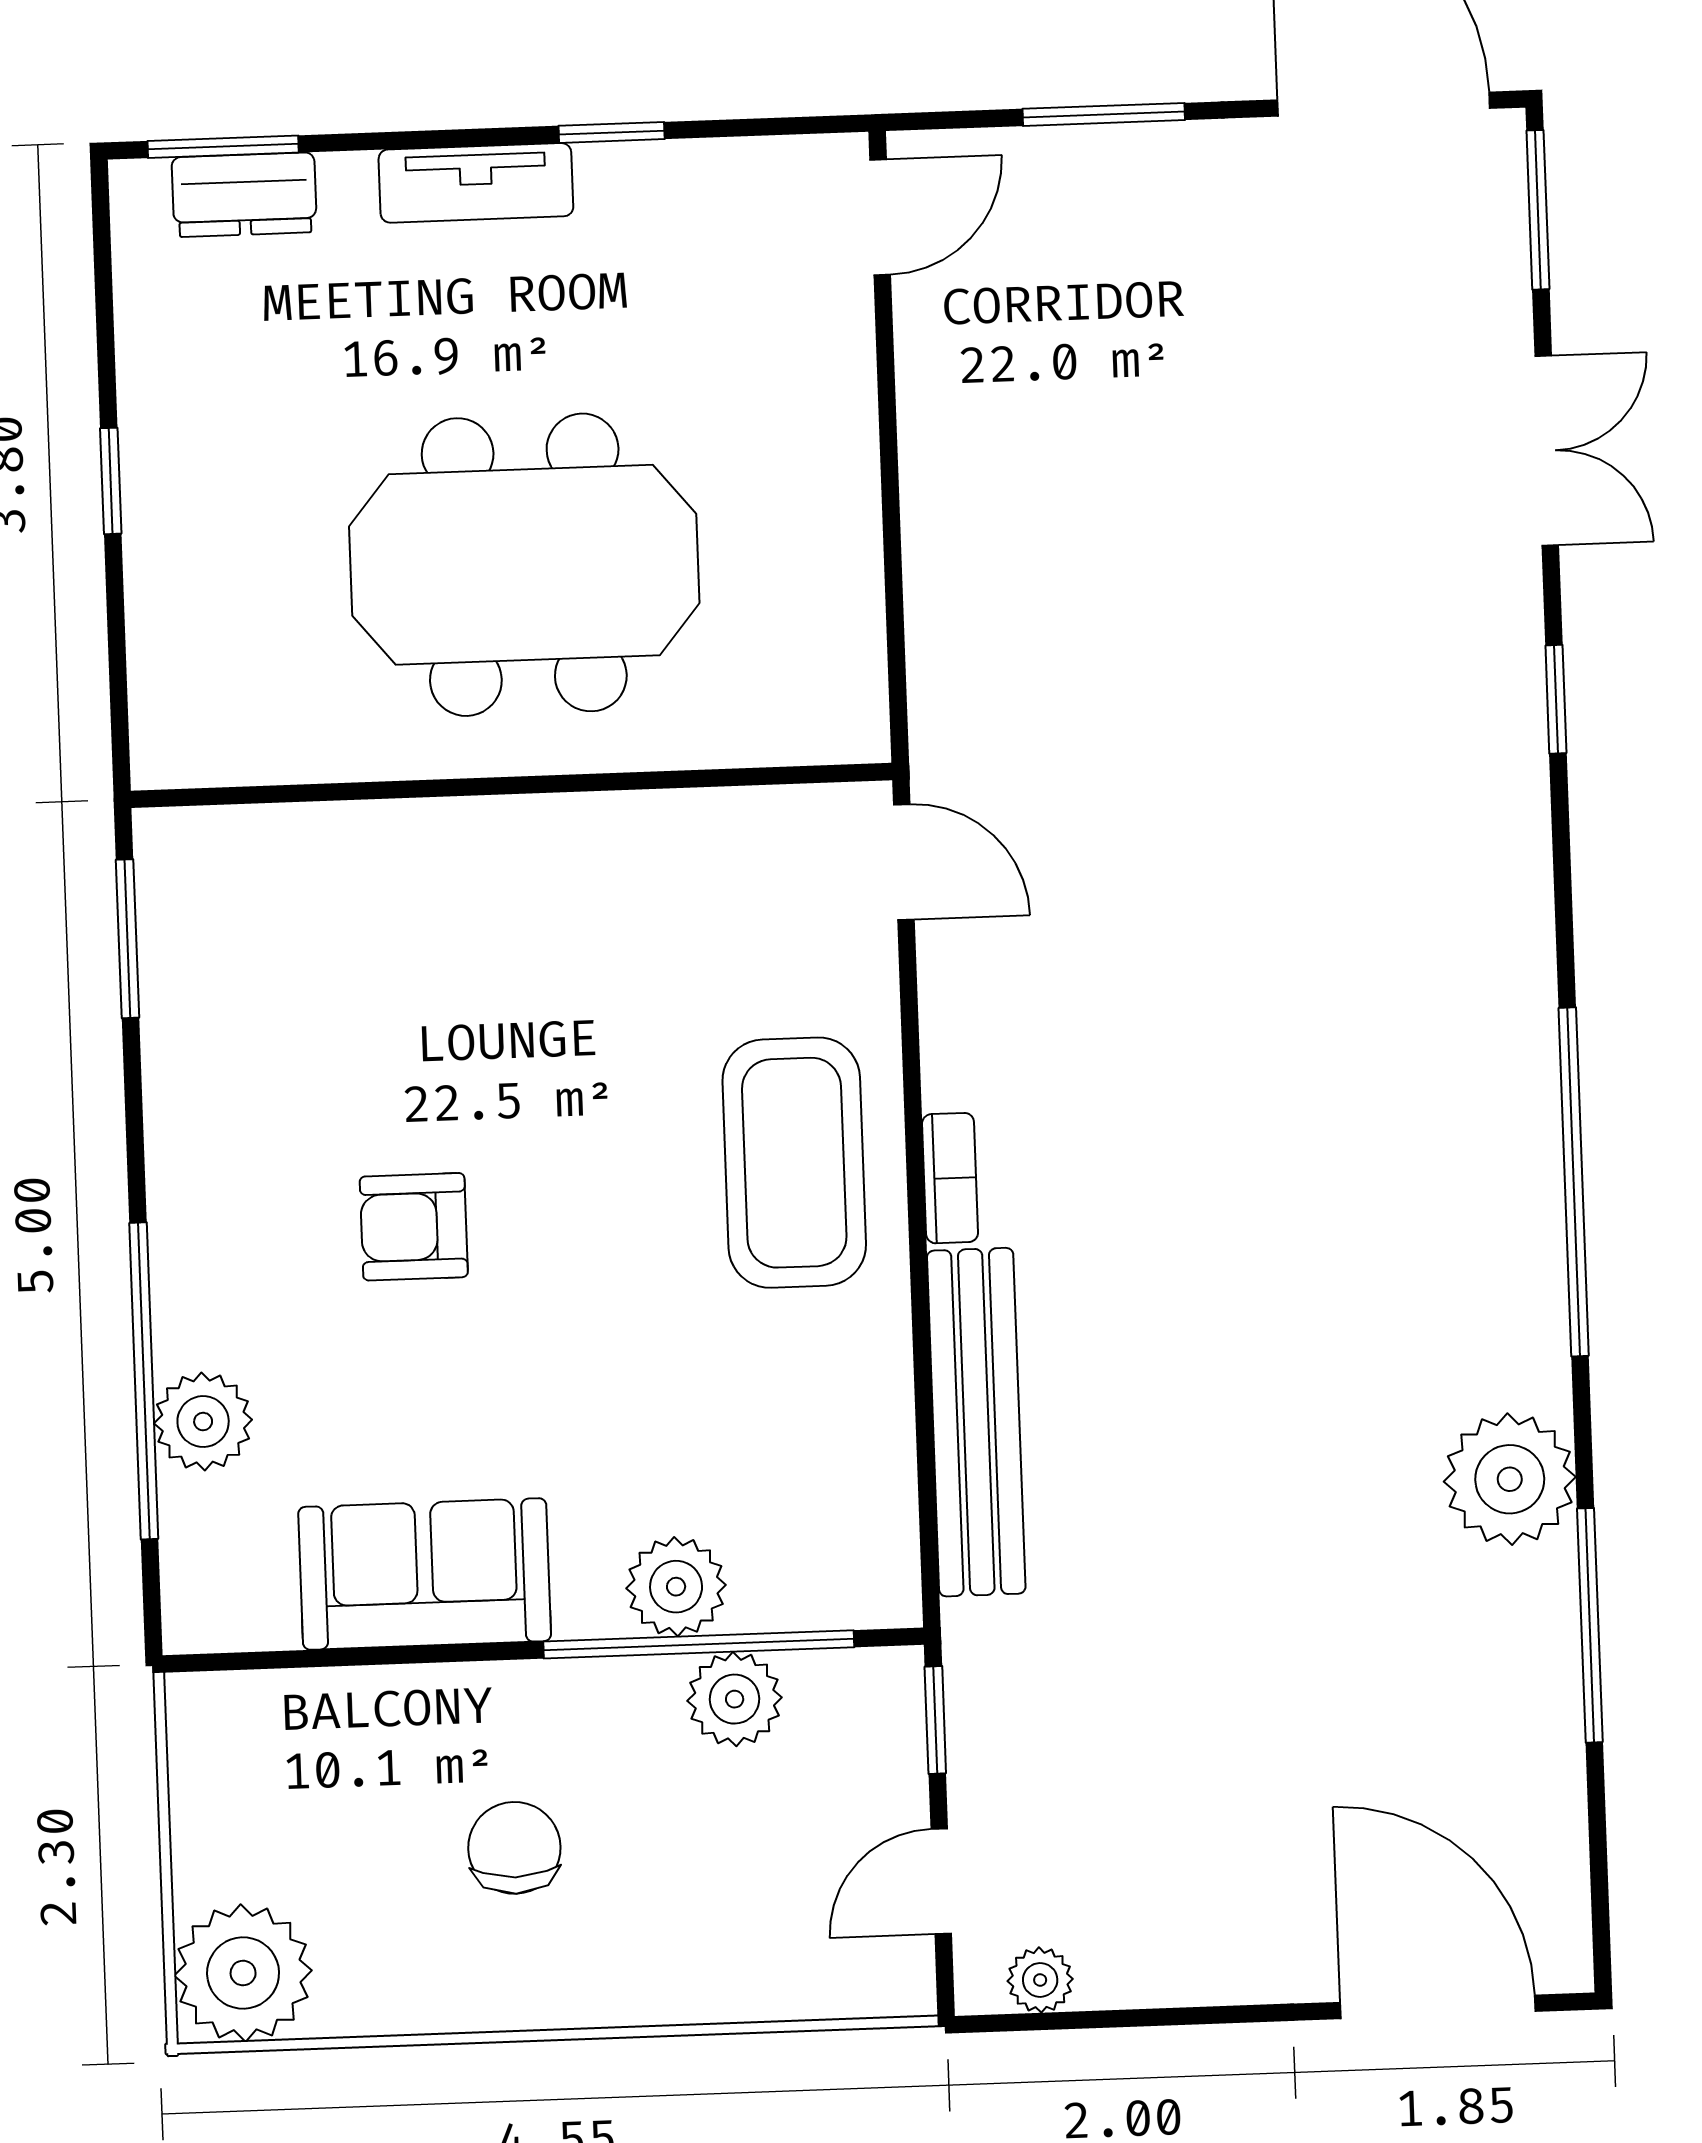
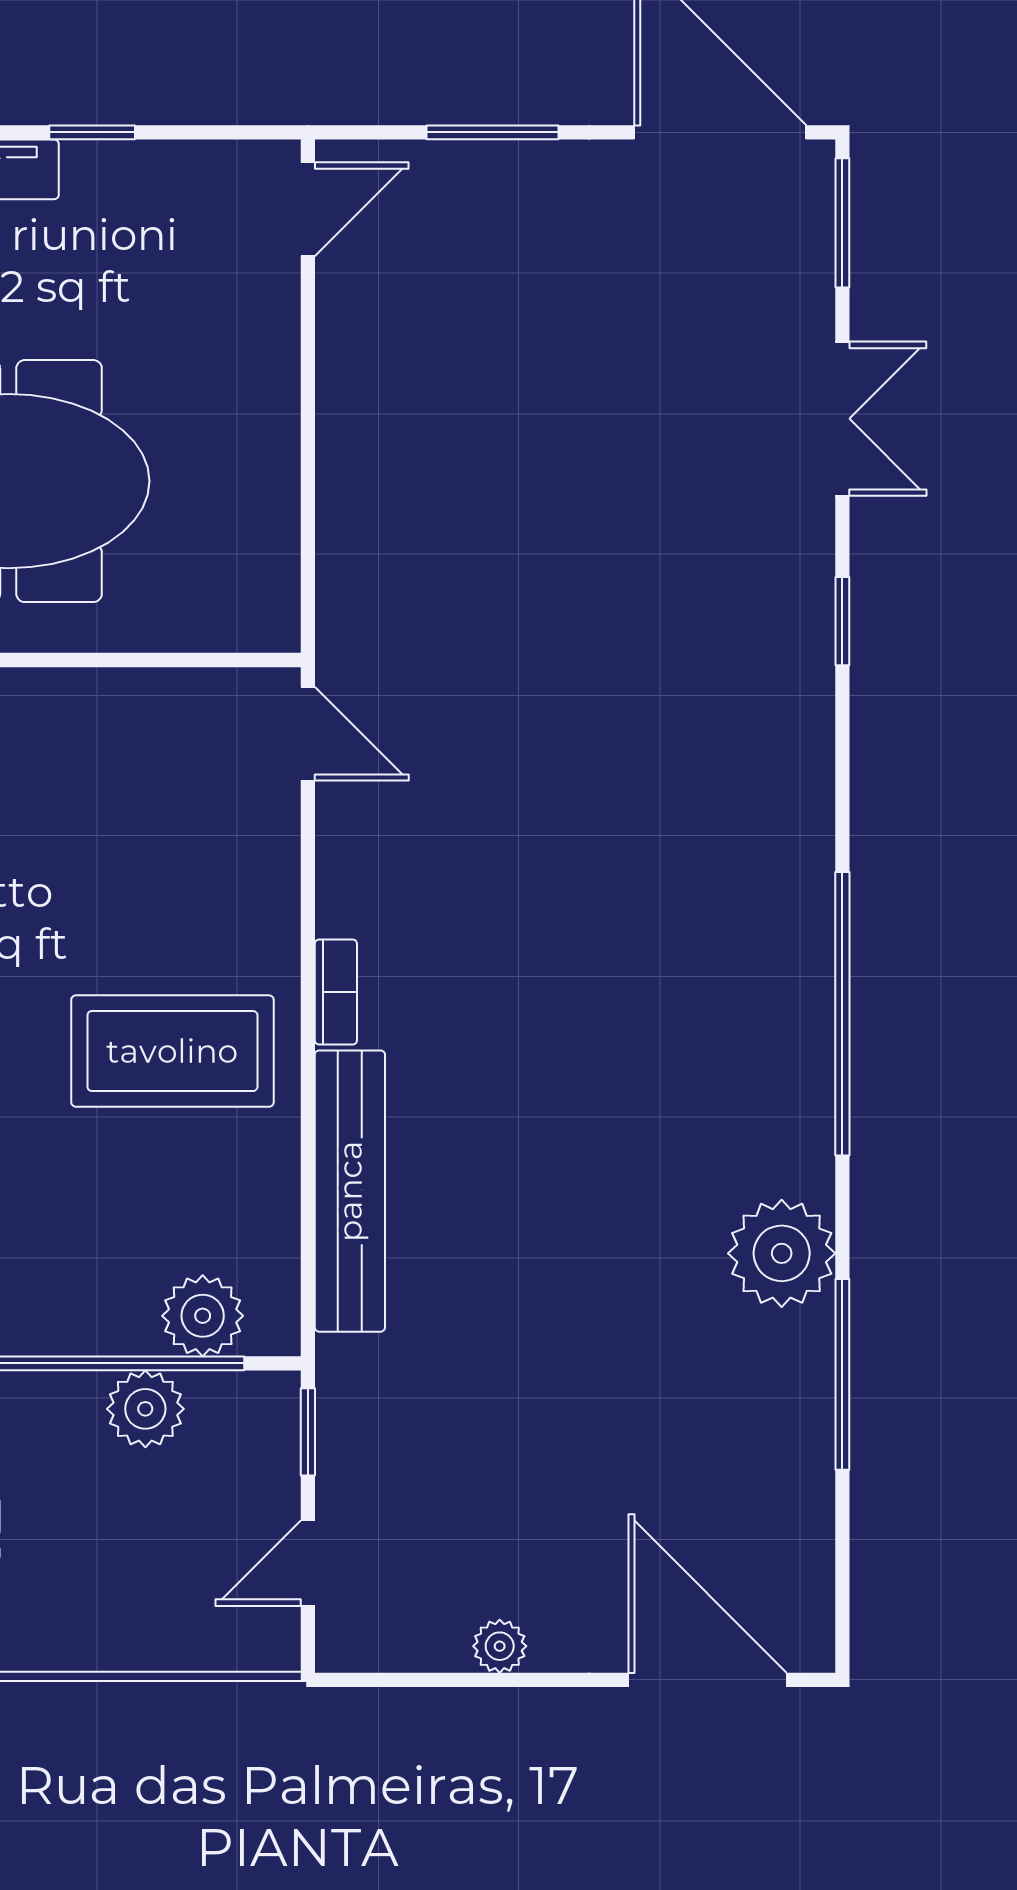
coffee table: (794, 1163) -> (172, 1051), moved, turned 90
plant: (676, 1587) -> (203, 1316), moved
plant: (1040, 1980) -> (500, 1646), moved

